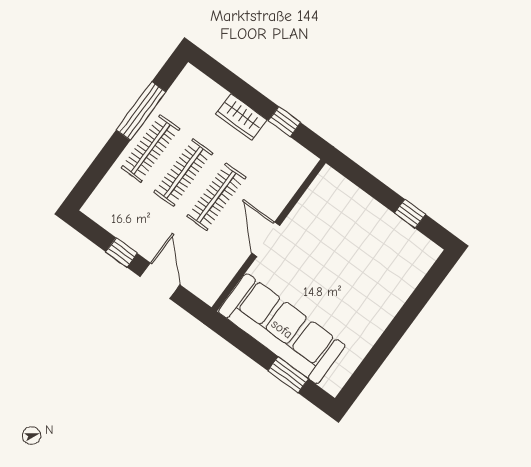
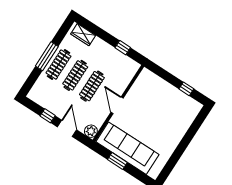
window: (141, 111) -> (47, 56), moved
wardrobe: (241, 117) -> (83, 35), moved
plant: (209, 289) -> (91, 131), added
window: (288, 375) -> (117, 161), moved

